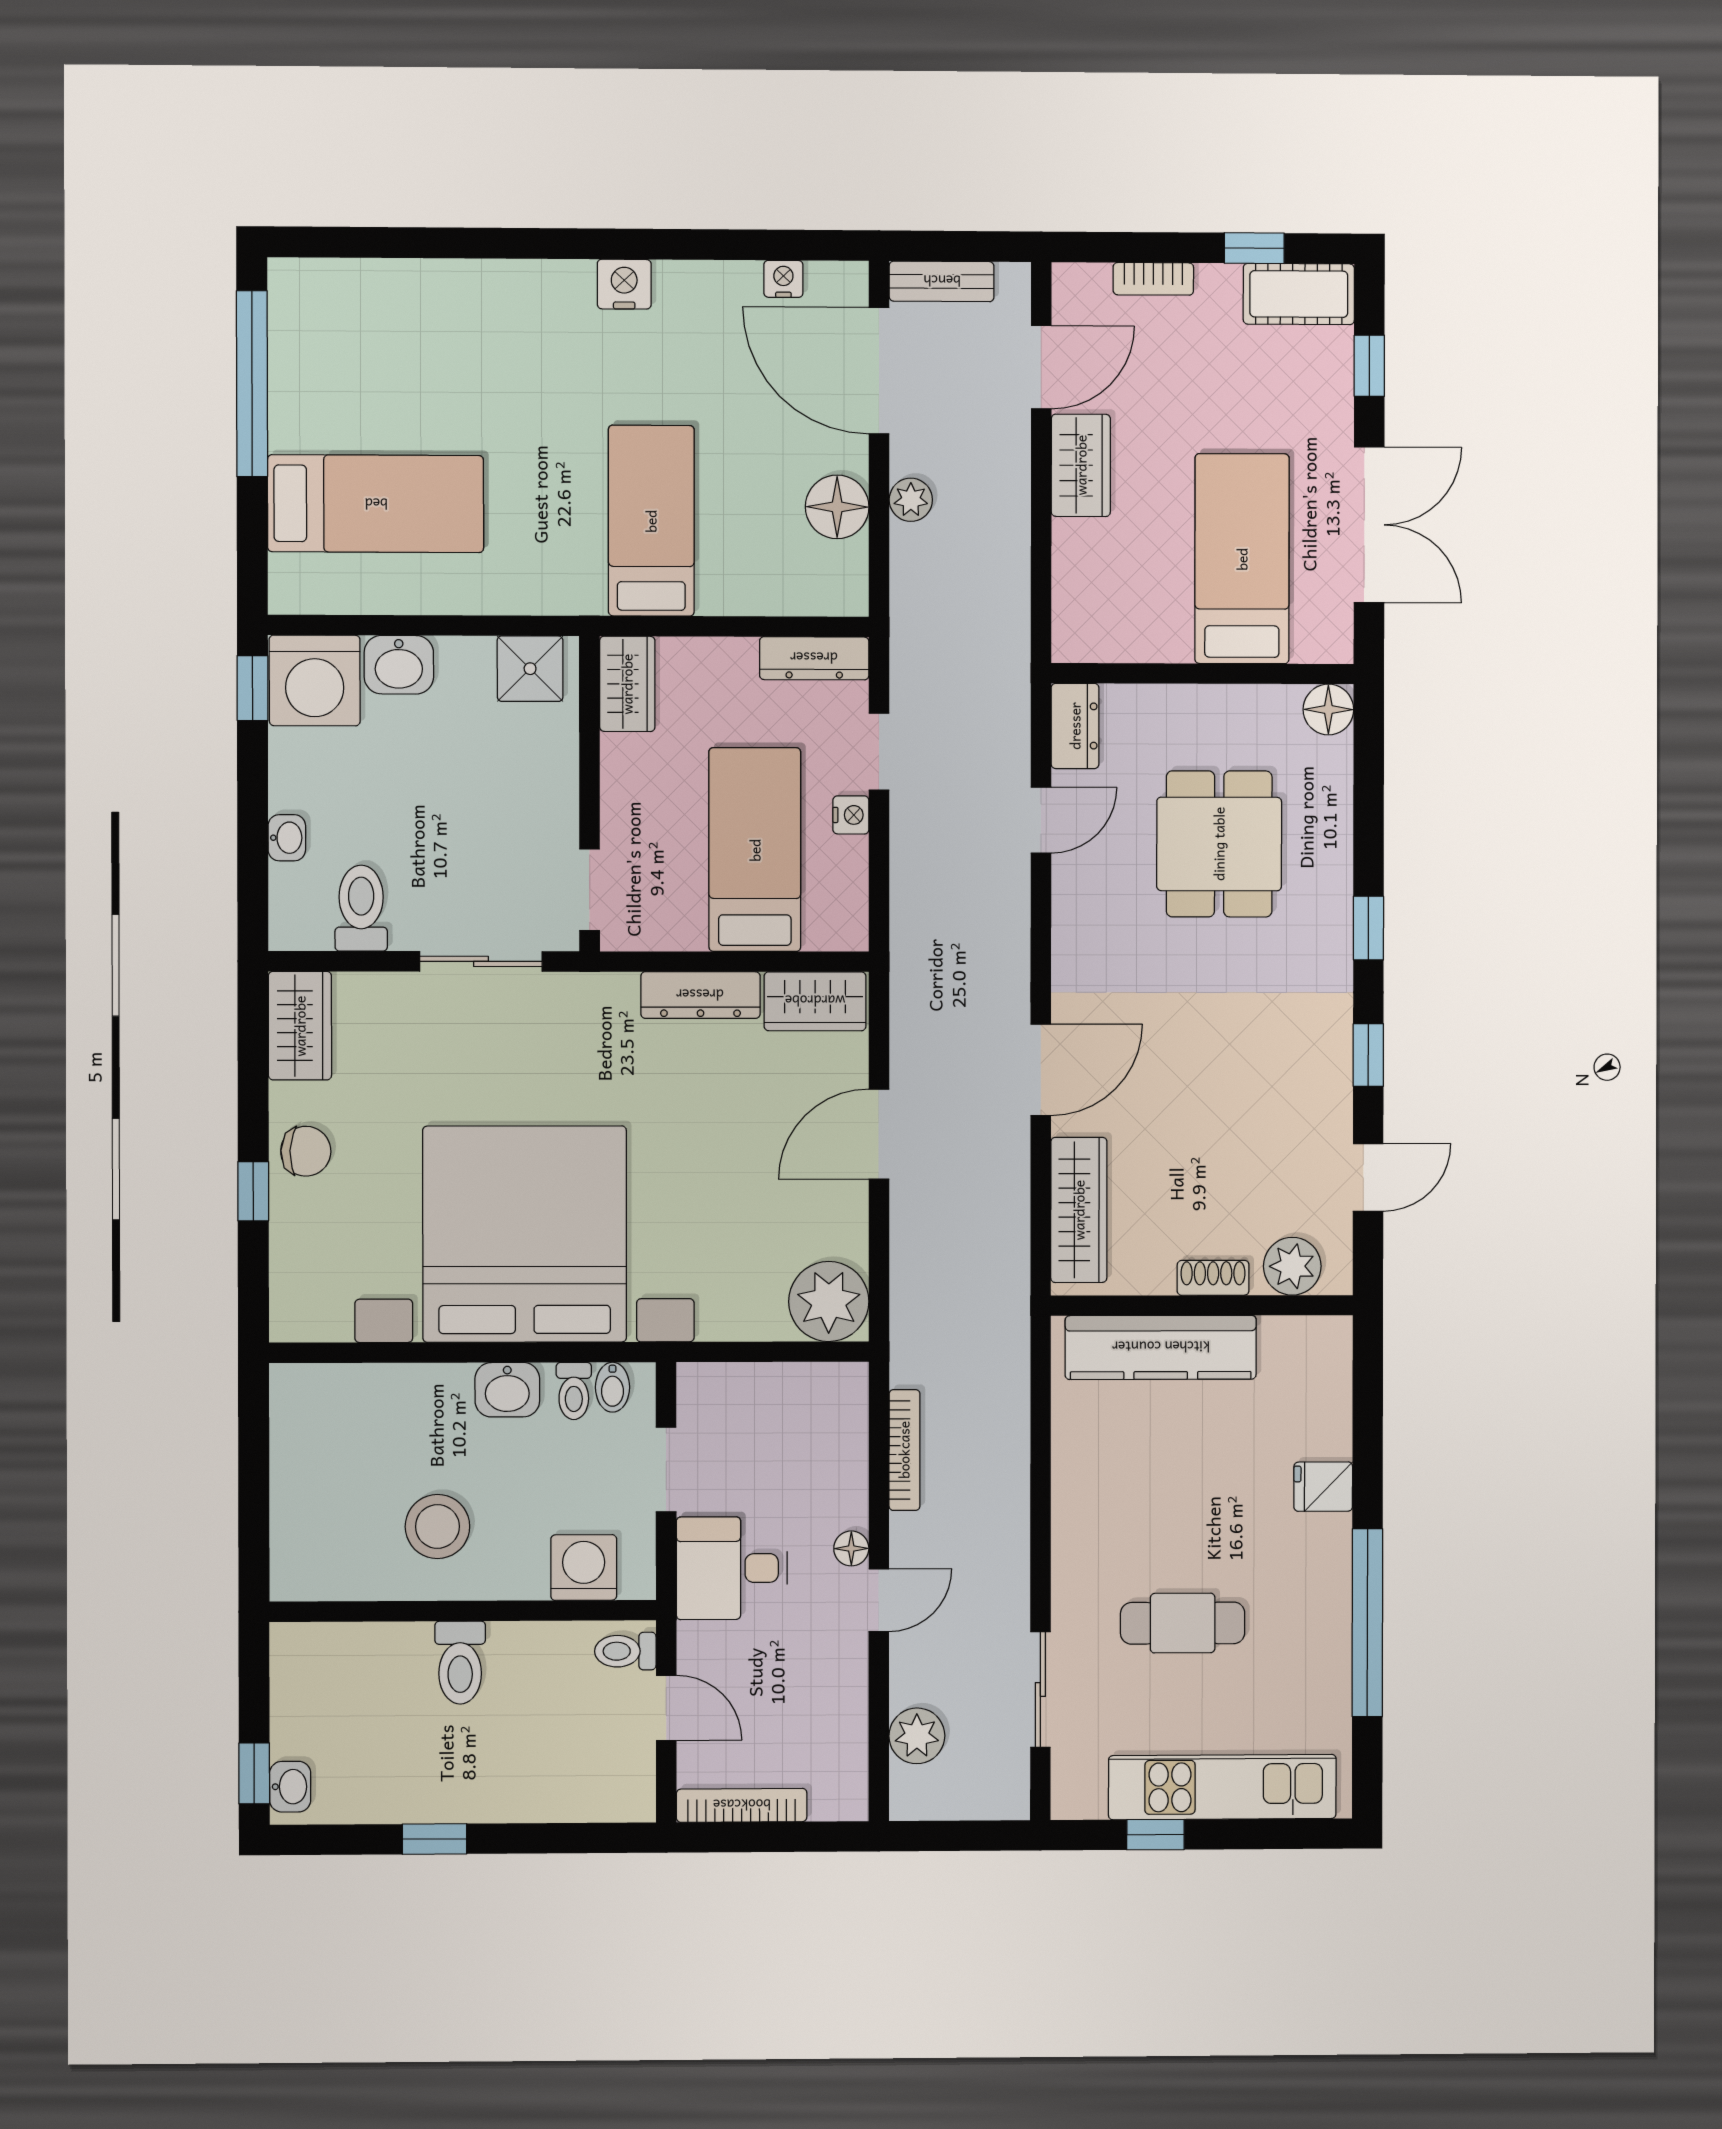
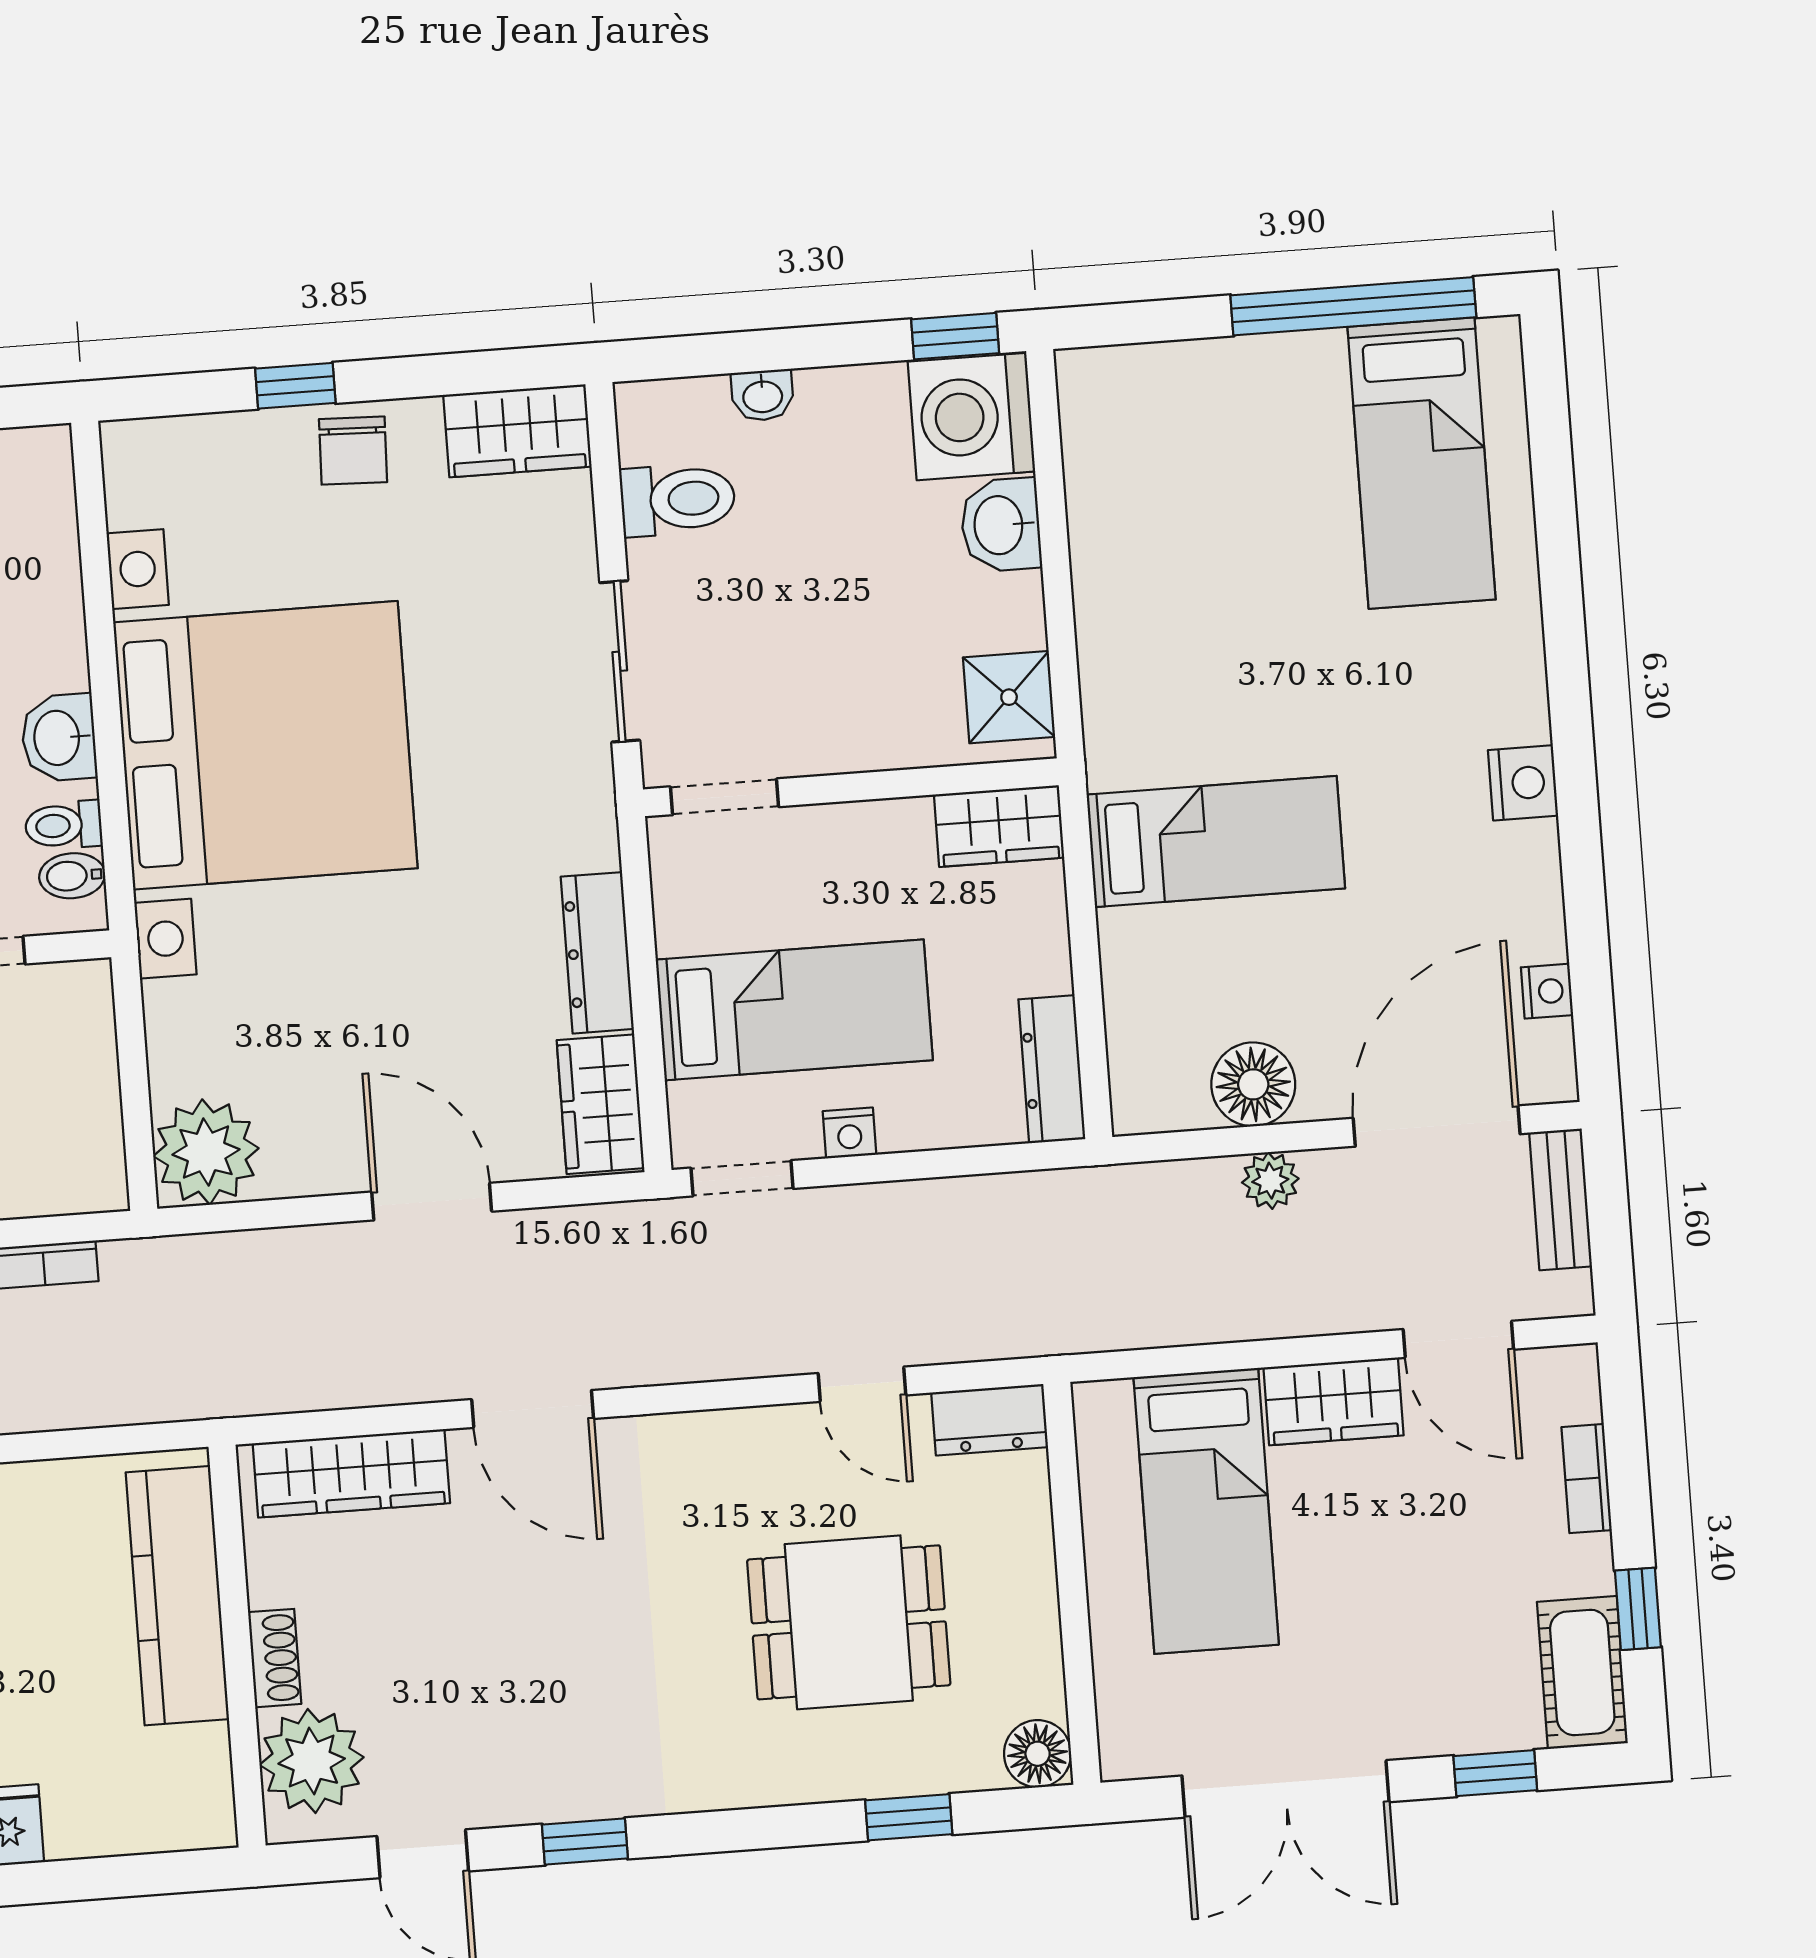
bed: (376, 504) -> (1422, 463), moved
bed: (1242, 559) -> (1206, 1511), moved, turned 90
doorway: (879, 752) -> (742, 1178), moved
window: (1368, 928) -> (909, 1817), moved
plant: (1292, 1266) -> (312, 1761), width x1.36, depth x1.36

